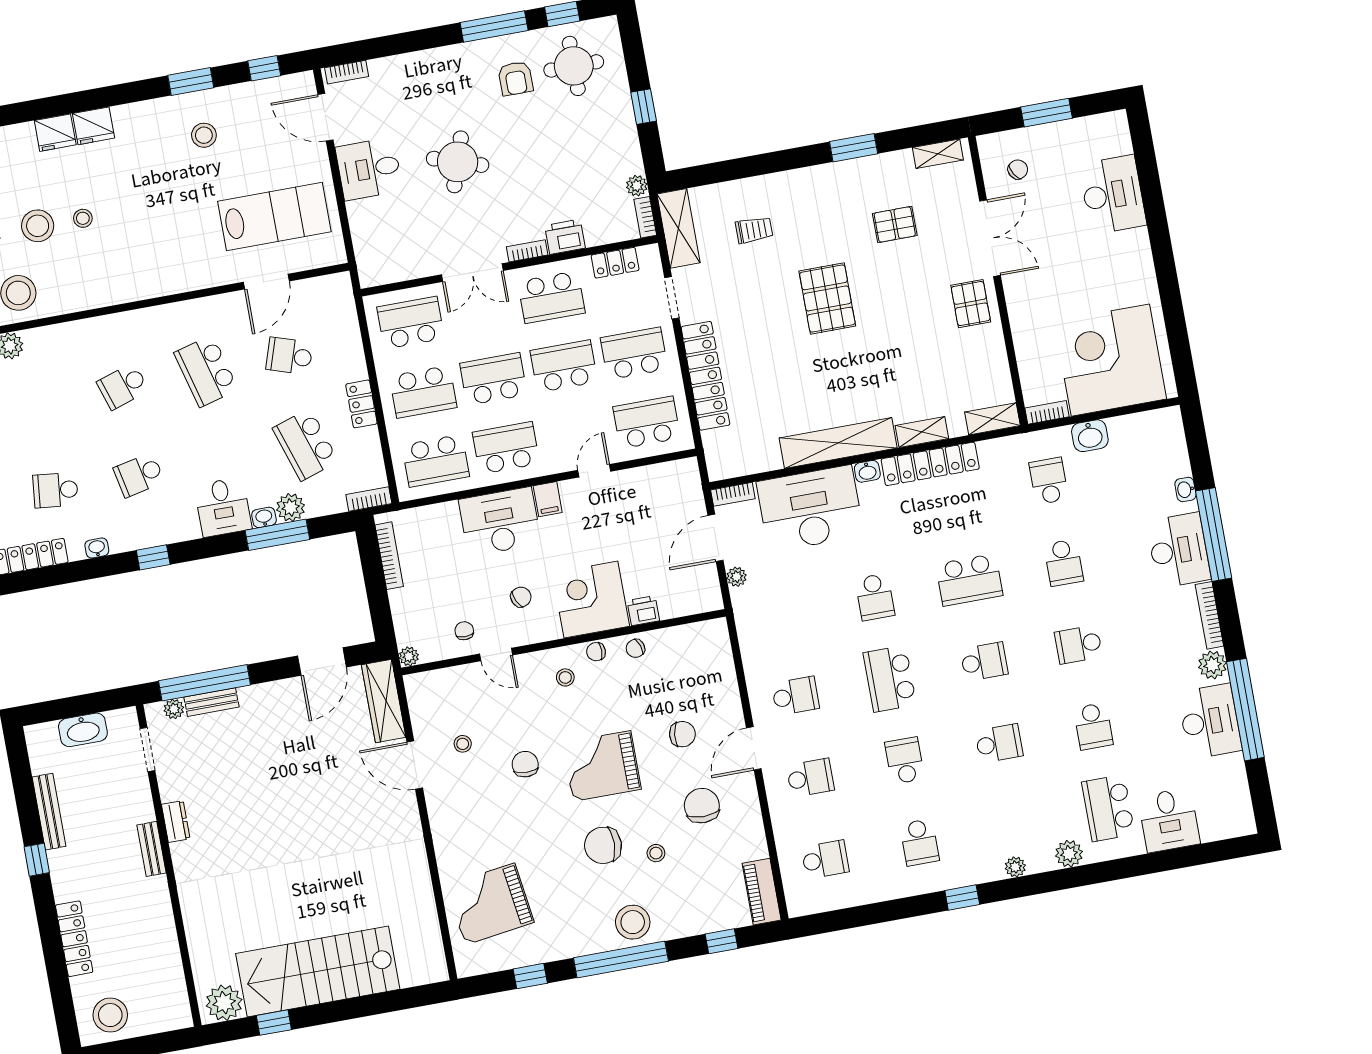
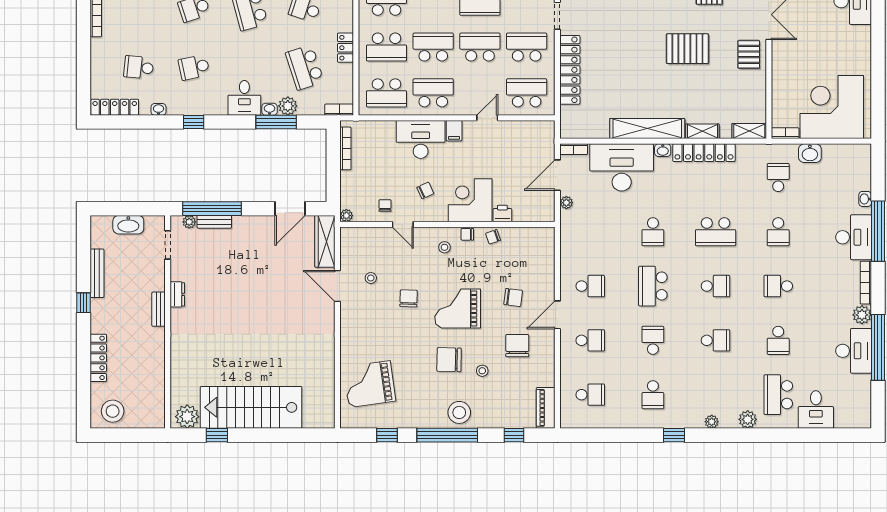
pallet: (827, 298) -> (687, 49), moved, turned 90

